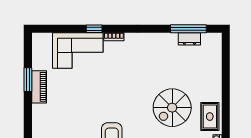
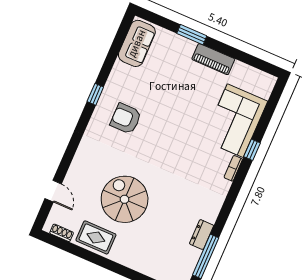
dresser: (189, 39) -> (202, 235), moved
window: (28, 80) -> (192, 35), moved

